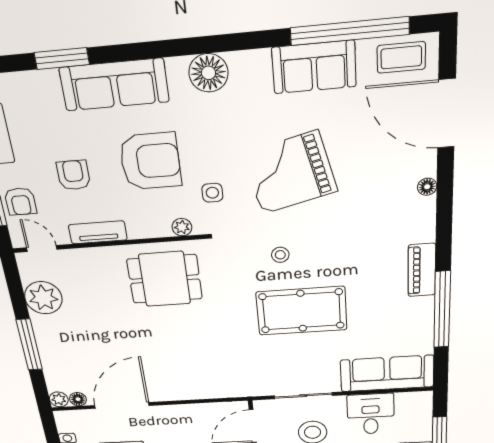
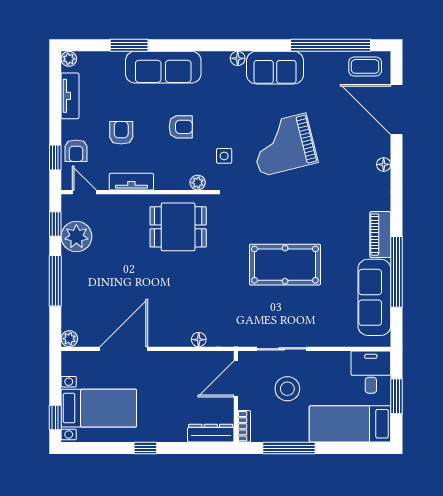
sofa: (314, 67) -> (275, 68), moved
floor lamp: (208, 73) -> (238, 58), width x0.53, depth x0.53
armchair: (150, 161) -> (181, 127), width x0.53, depth x0.53
stool: (280, 255) -> (271, 212), removed
window: (15, 286) -> (55, 224), added
sofa: (387, 373) -> (374, 297), moved, turned -90
floor lamp: (78, 399) -> (199, 340), moved
desk: (371, 414) -> (371, 372), moved

